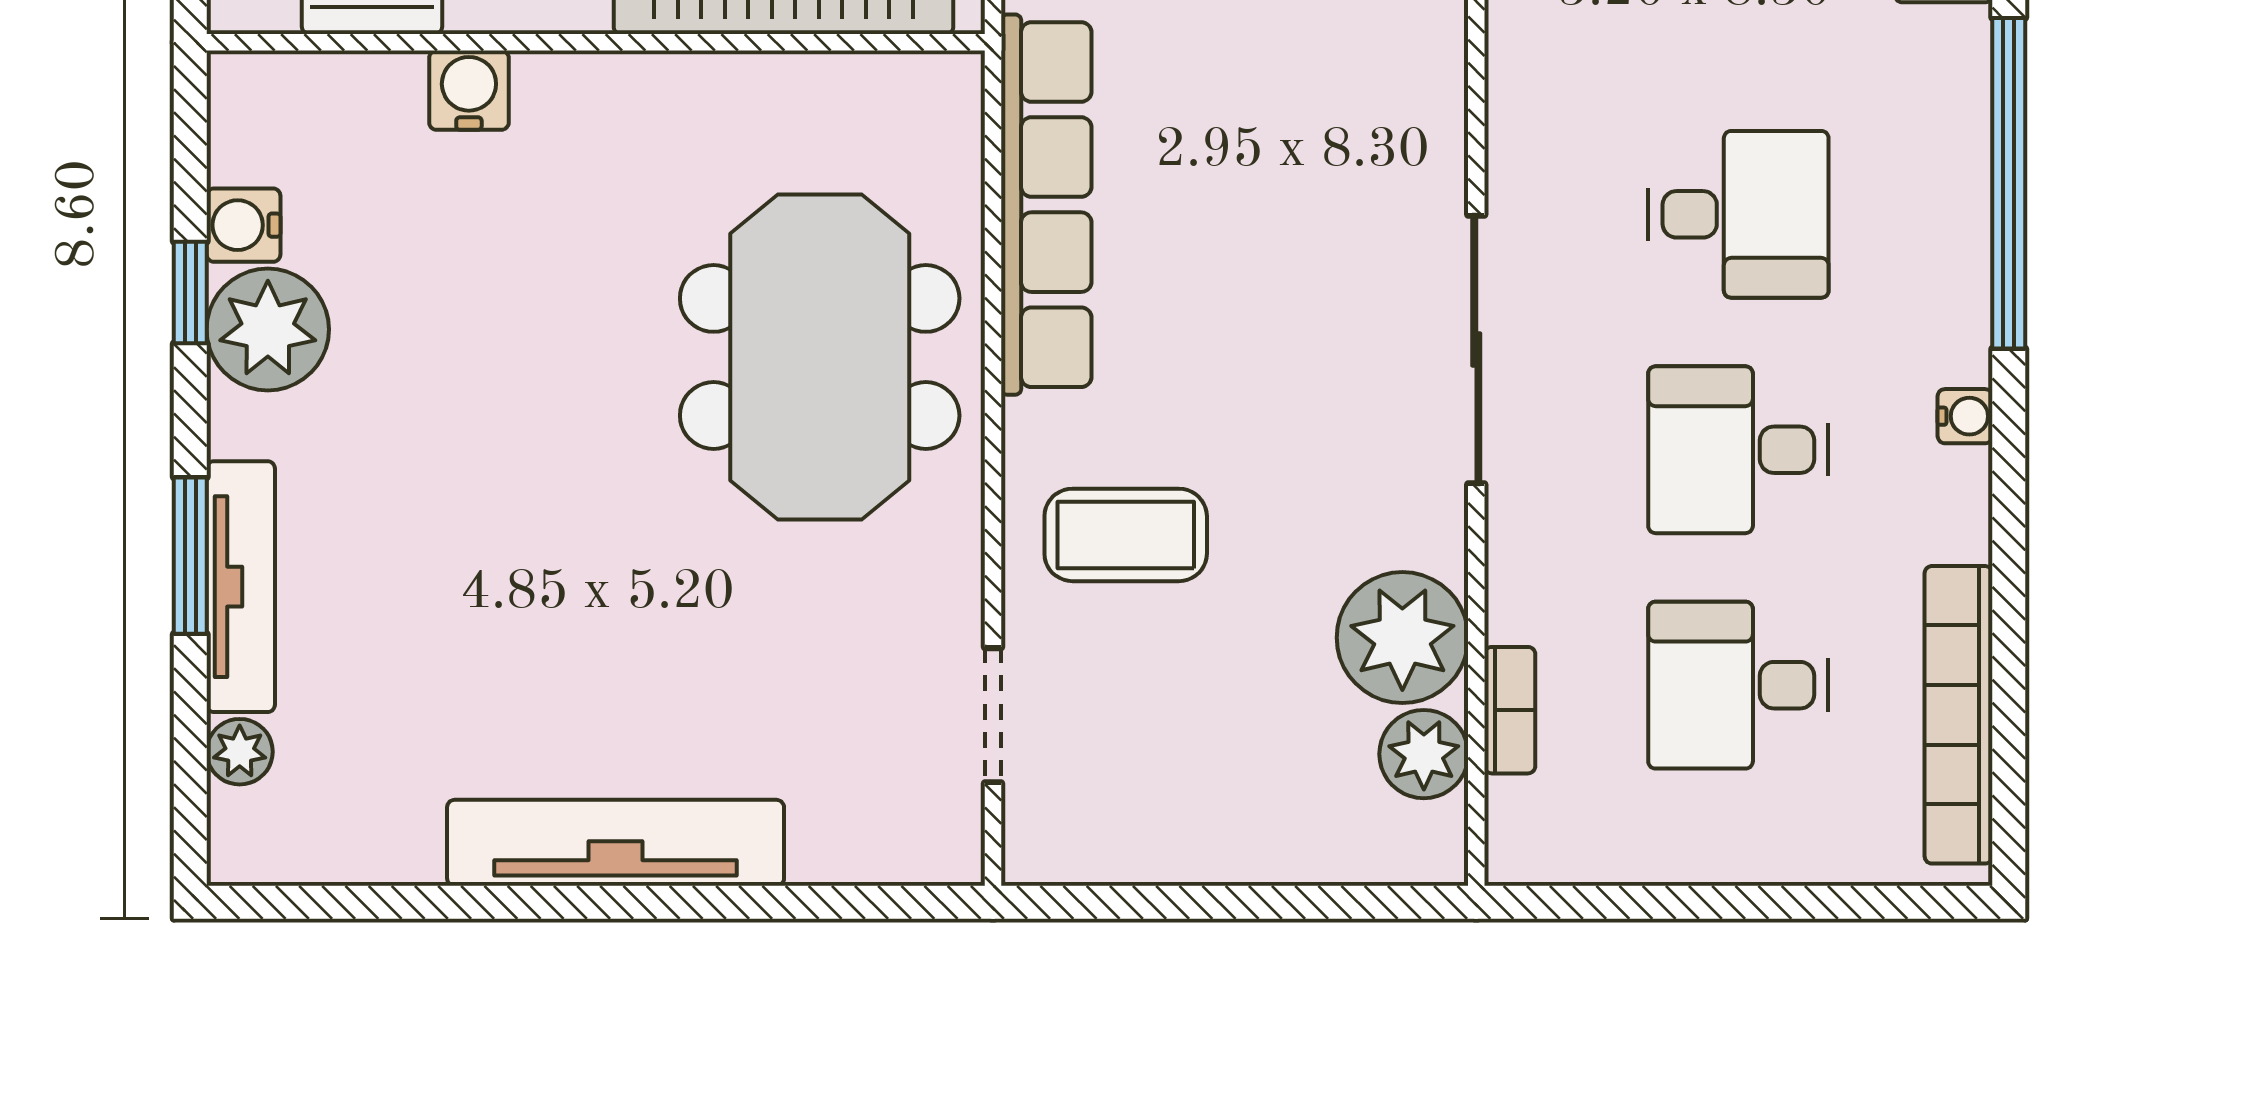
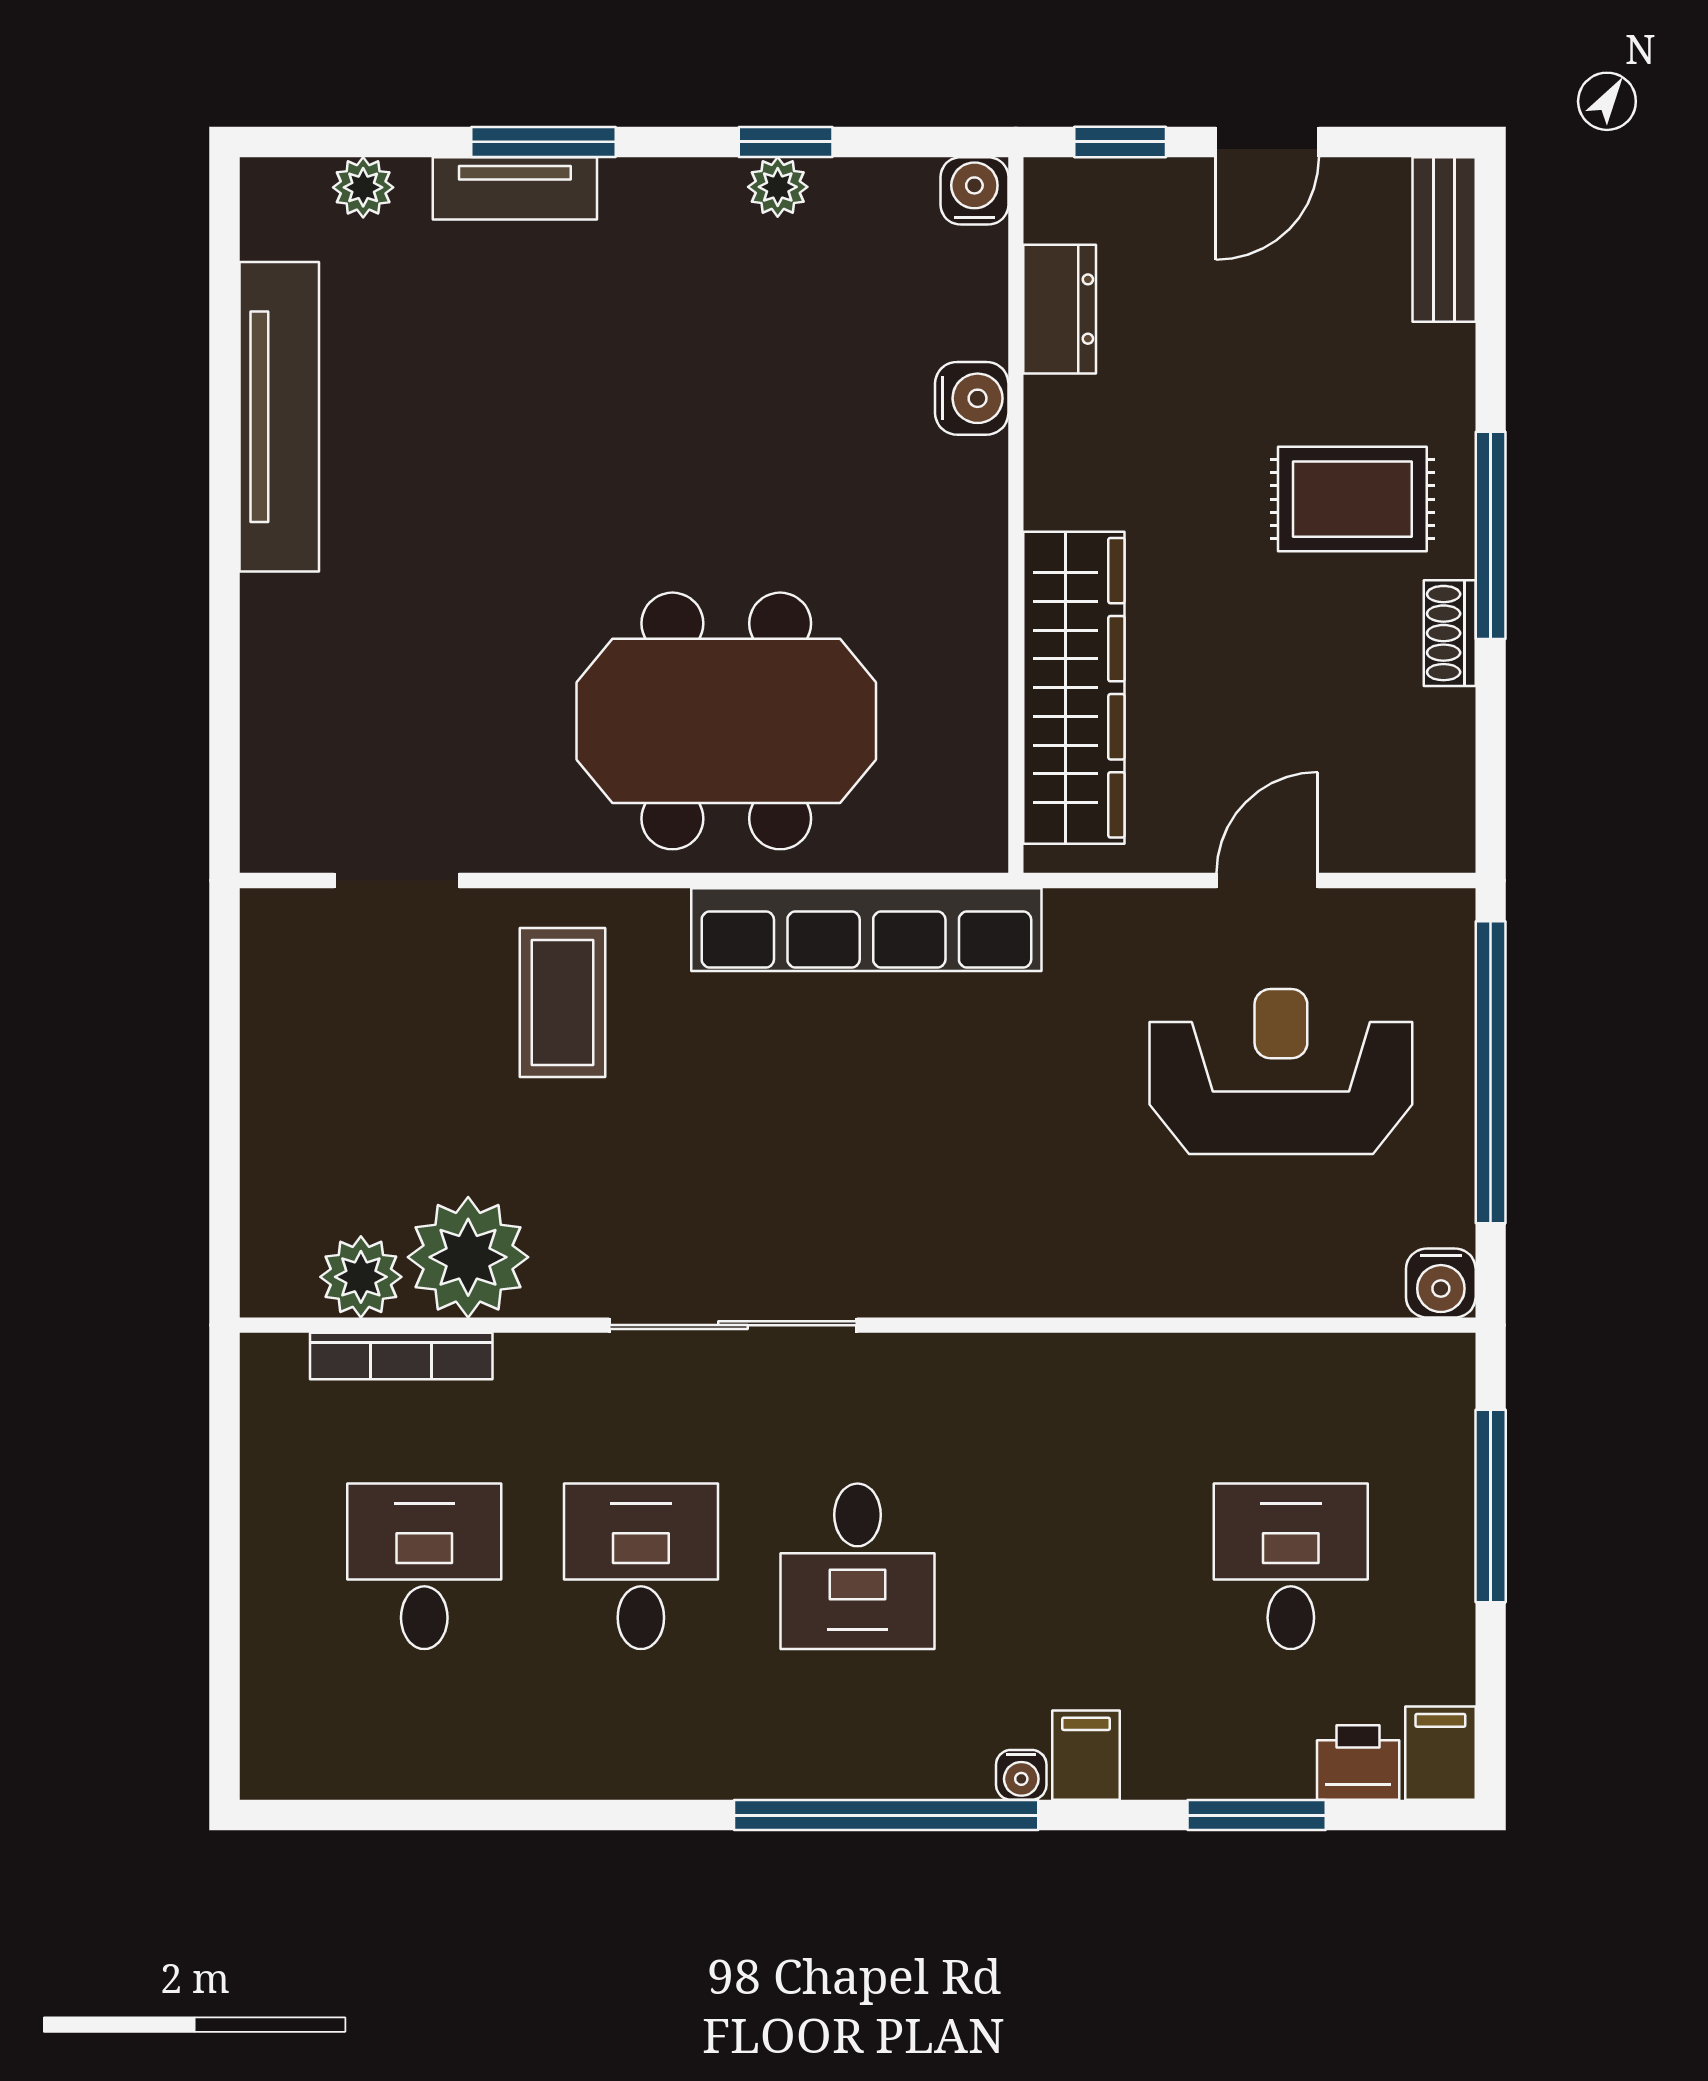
water cooler: (244, 225) -> (974, 191), moved
plant: (268, 329) -> (778, 187), width x0.53, depth x0.53
water cooler: (1965, 416) -> (1021, 1775), moved
tv unit: (241, 587) -> (515, 188), width x0.71
bookcase: (1510, 710) -> (401, 1356), width x1.56
bookcase: (1958, 715) -> (397, 1769), removed
tv unit: (616, 843) -> (279, 417), moved

